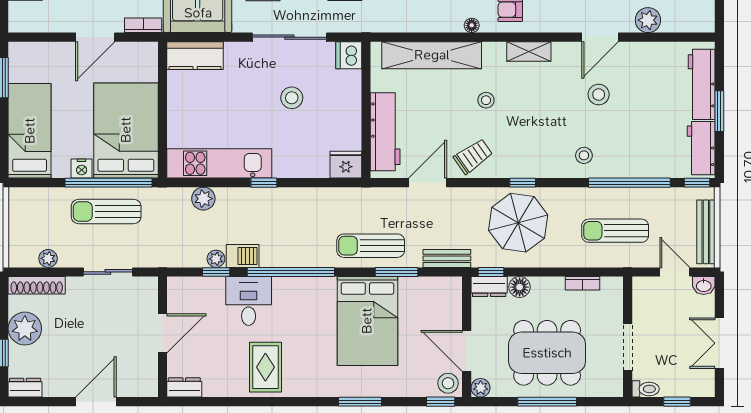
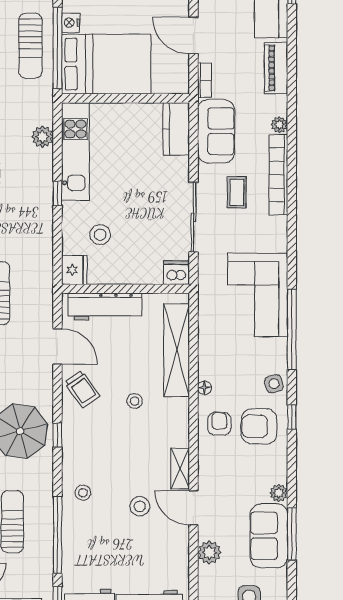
shelving: (529, 52) -> (180, 469), moved
stool: (292, 98) -> (100, 235), moved
sun lounger: (106, 212) -> (30, 46), turned 180

